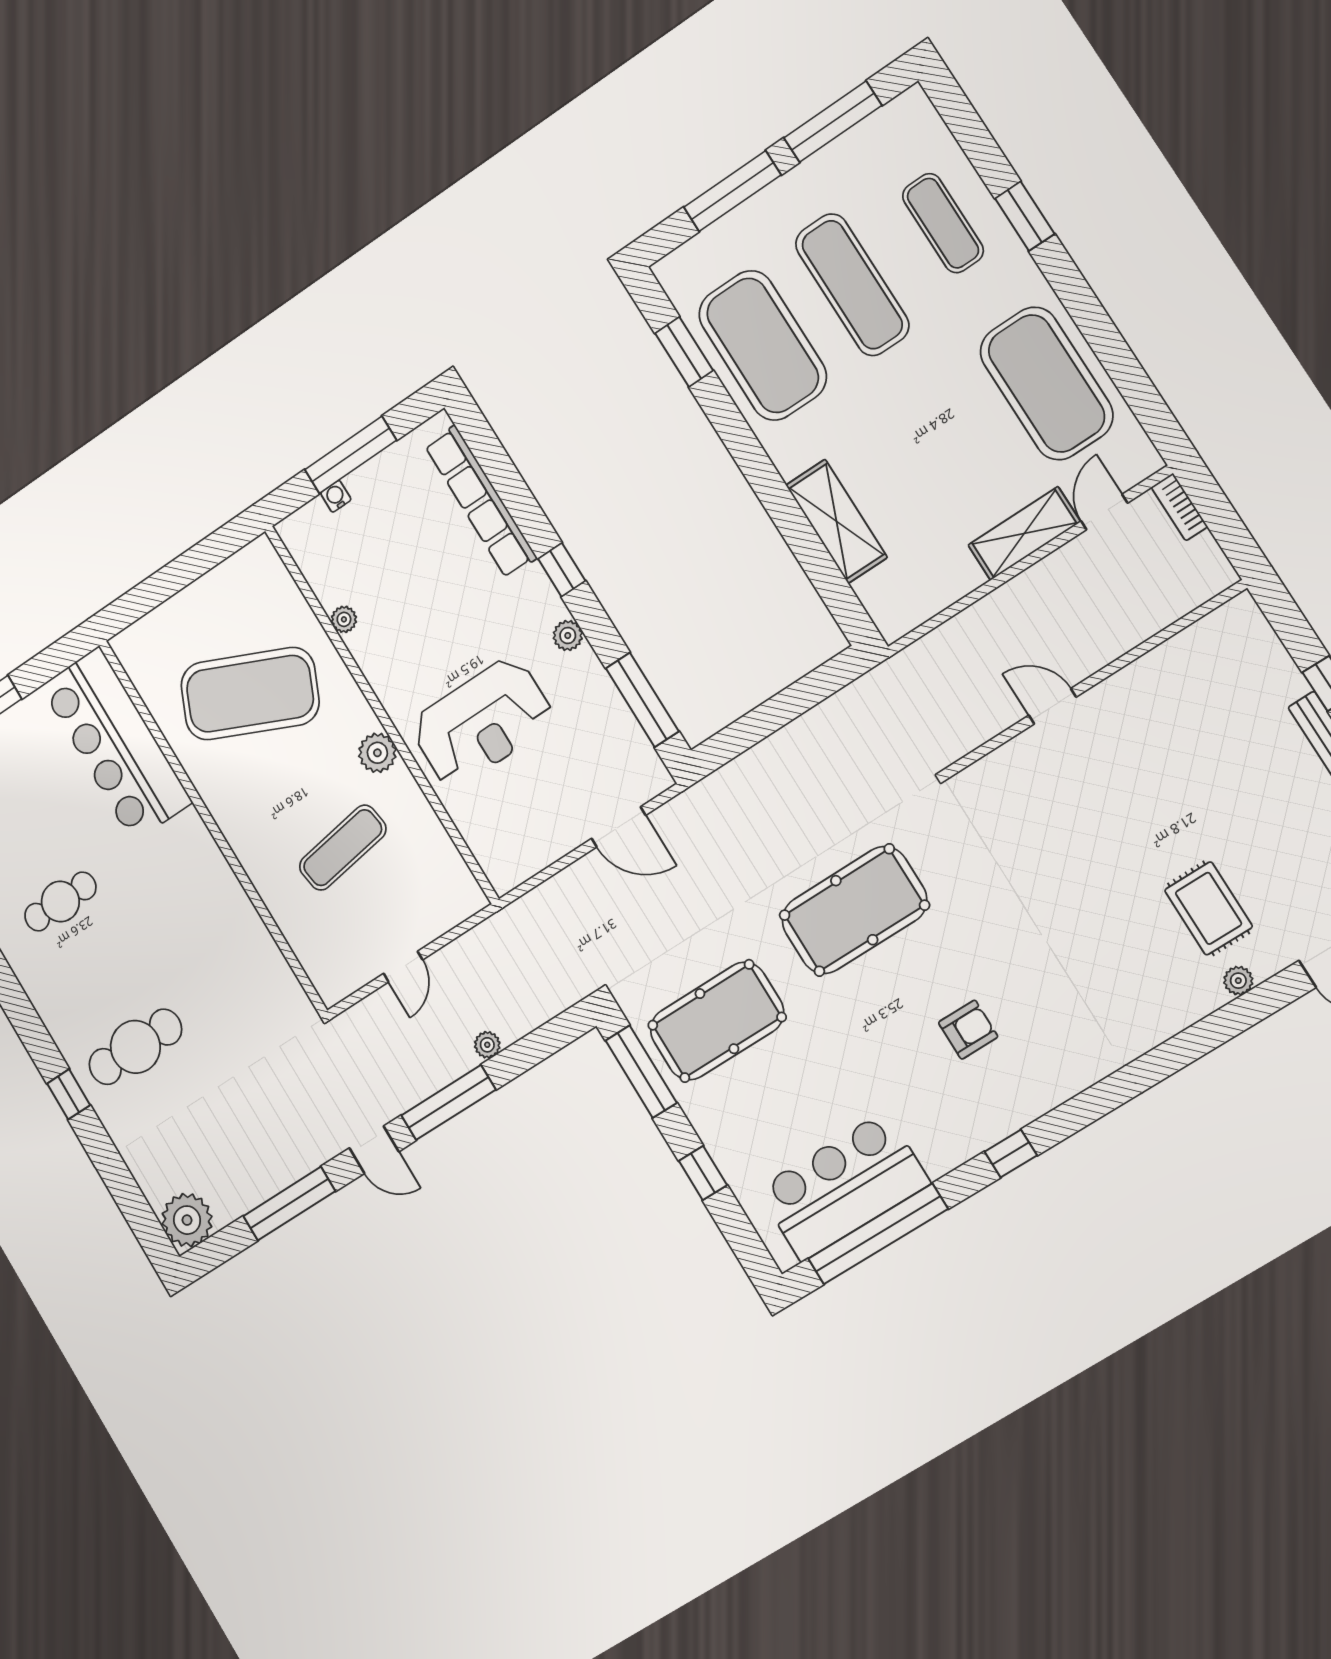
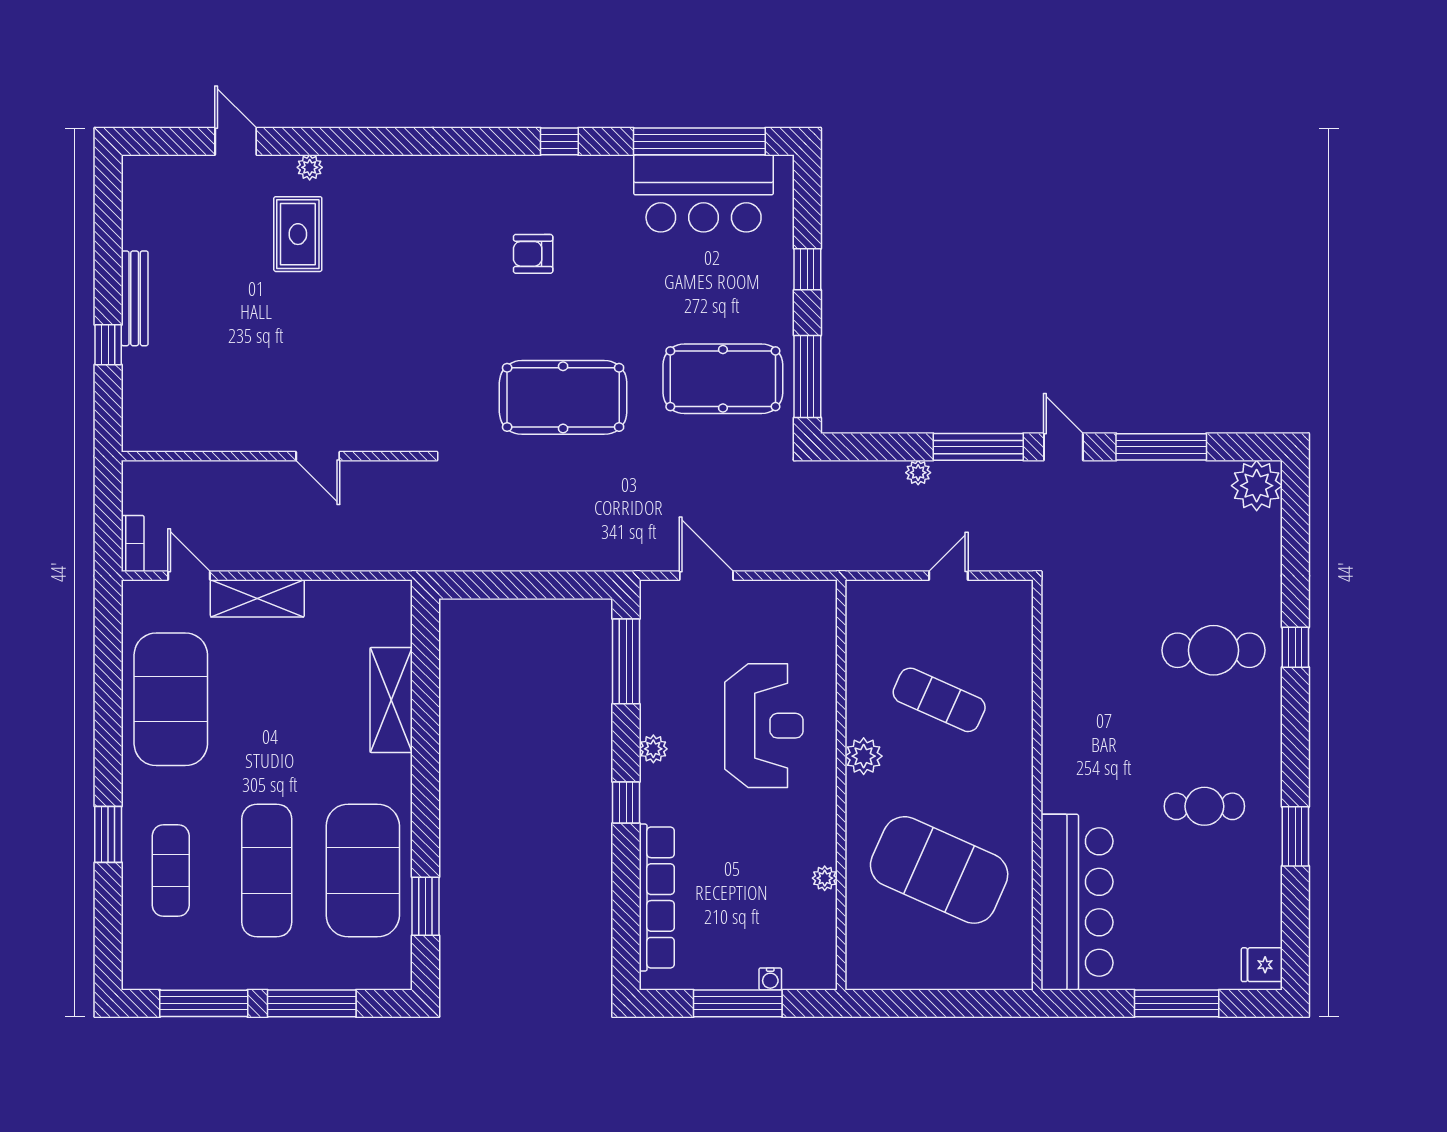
door: (1104, 512) -> (189, 576), swing flipped
reception desk: (482, 722) -> (764, 726), turned 90
exercise mat: (343, 848) -> (939, 700), turned 33

